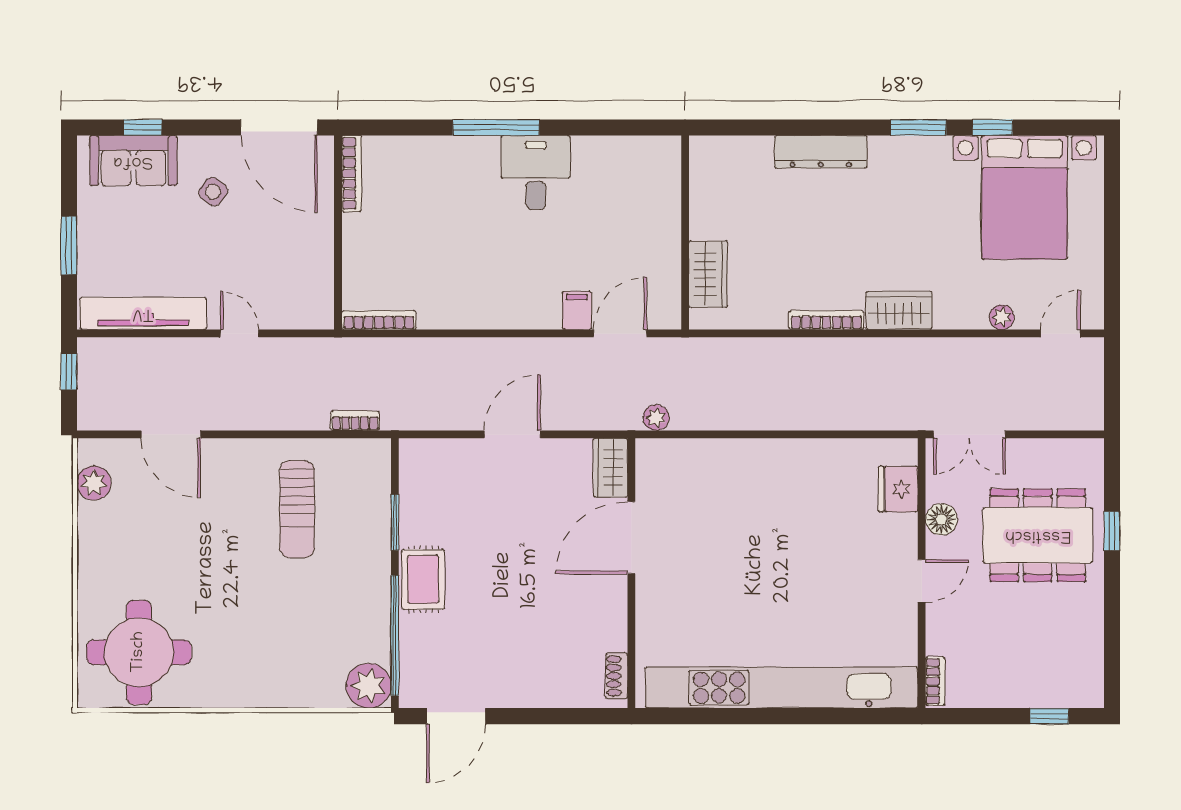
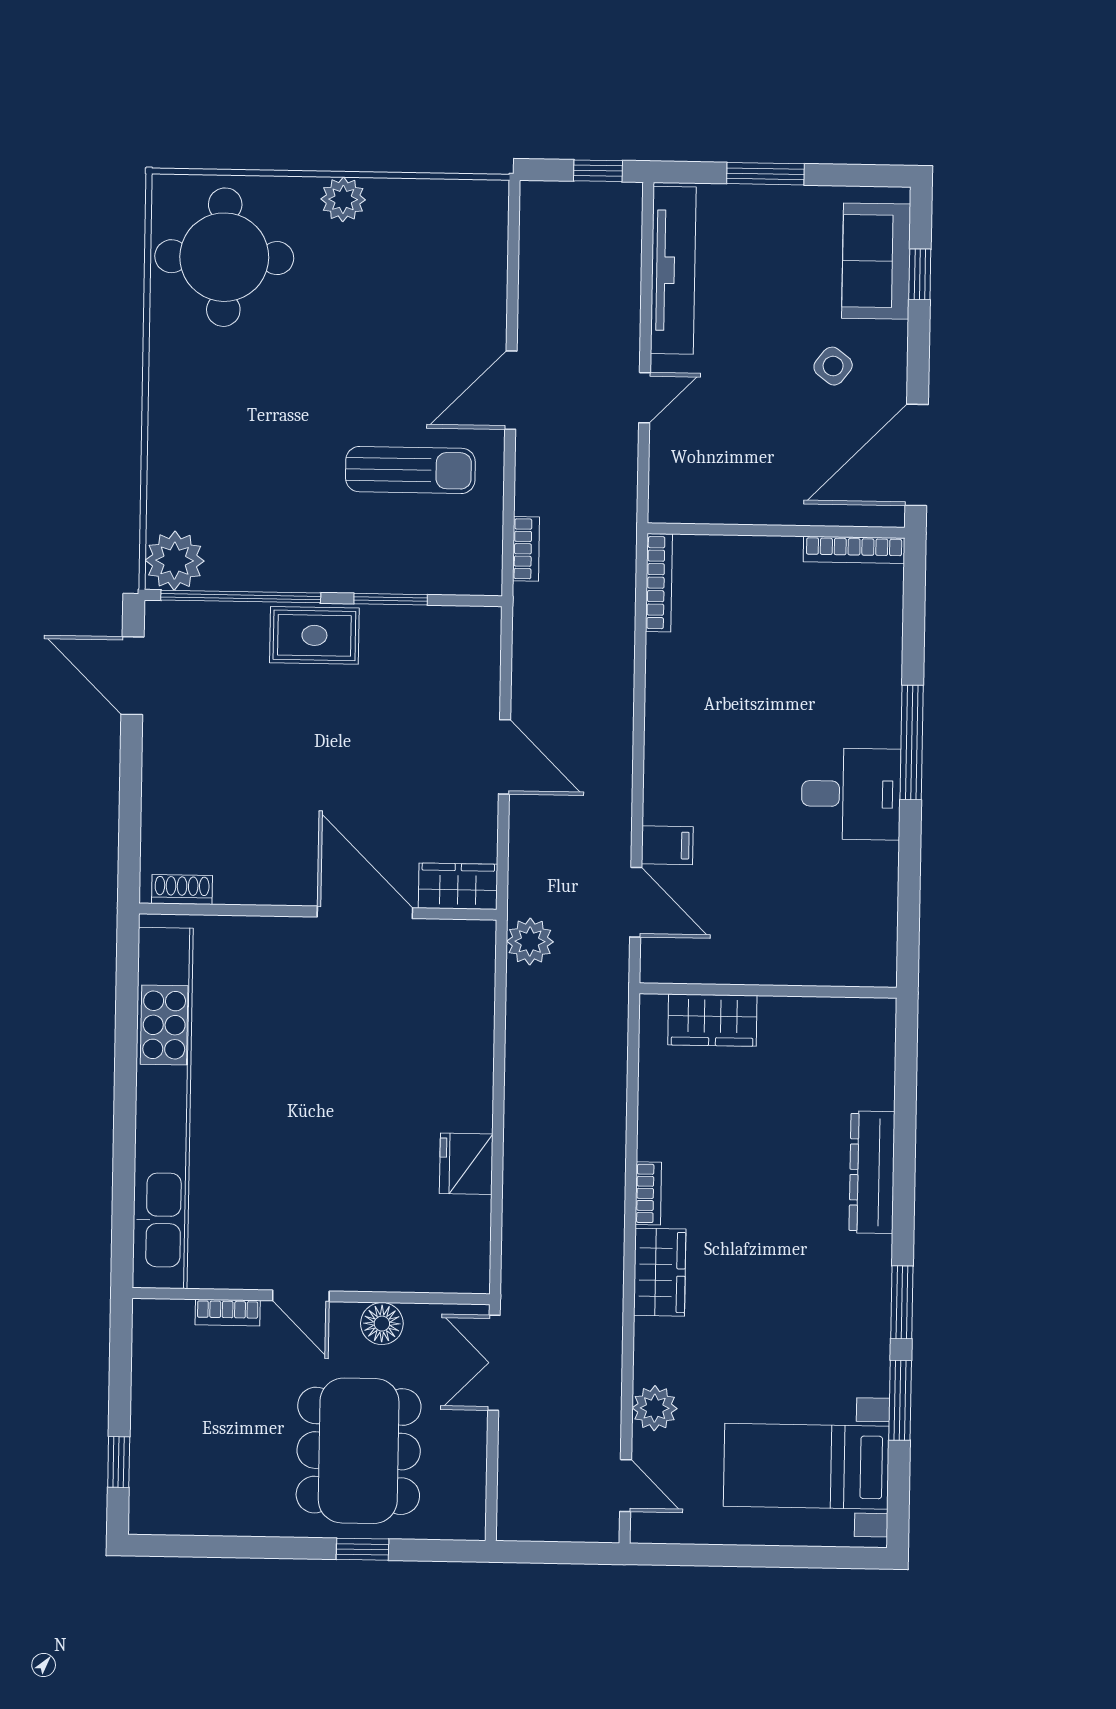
window: (992, 127) -> (900, 1400), width x1.50
bed with nightstands: (1025, 197) -> (806, 1466), width x0.73
plant: (1002, 317) -> (655, 1408), width x1.38, depth x1.38
bookcase: (826, 320) -> (648, 1193), width x0.64
plant: (656, 418) -> (530, 941), width x1.38, depth x1.38
door: (171, 434) -> (511, 390), moved
plant: (94, 483) -> (343, 199), moved
fridge: (898, 489) -> (466, 1164), moved, turned -90
sun lounger: (297, 509) -> (410, 470), turned 180
bookcase: (935, 681) -> (228, 1313), moved

